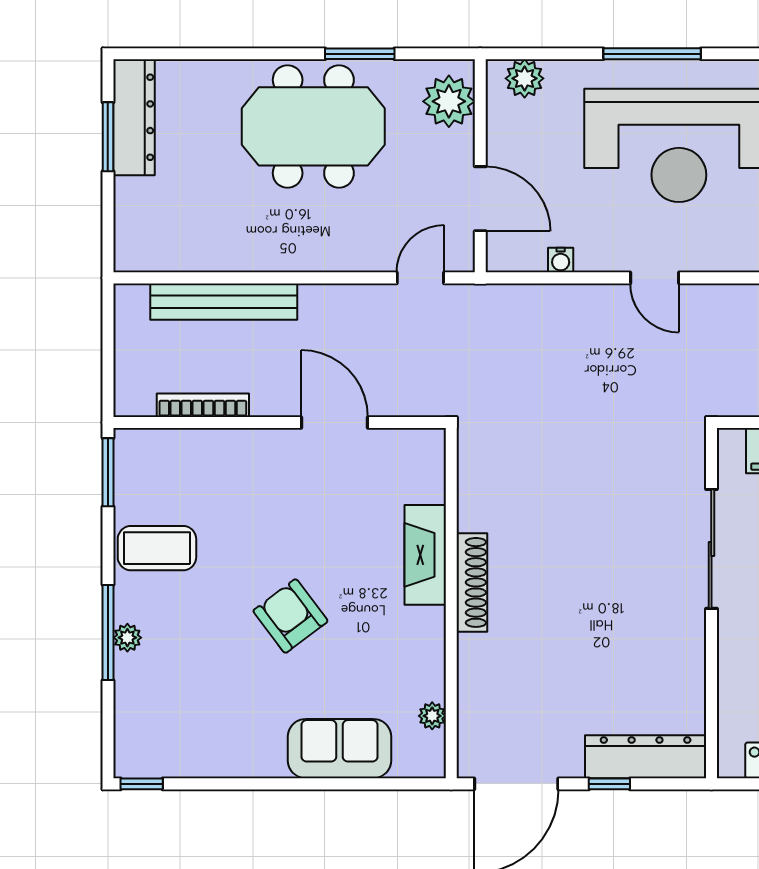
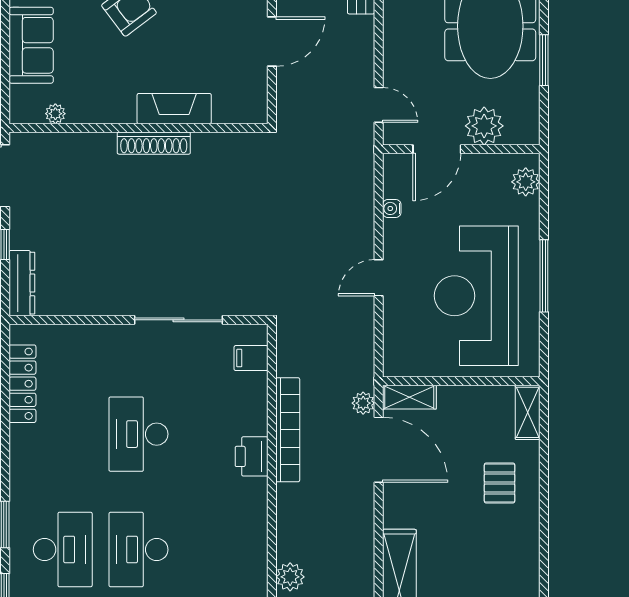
plant: (449, 101) -> (484, 126), moved
dresser: (646, 757) -> (22, 283), width x0.73, depth x0.80

